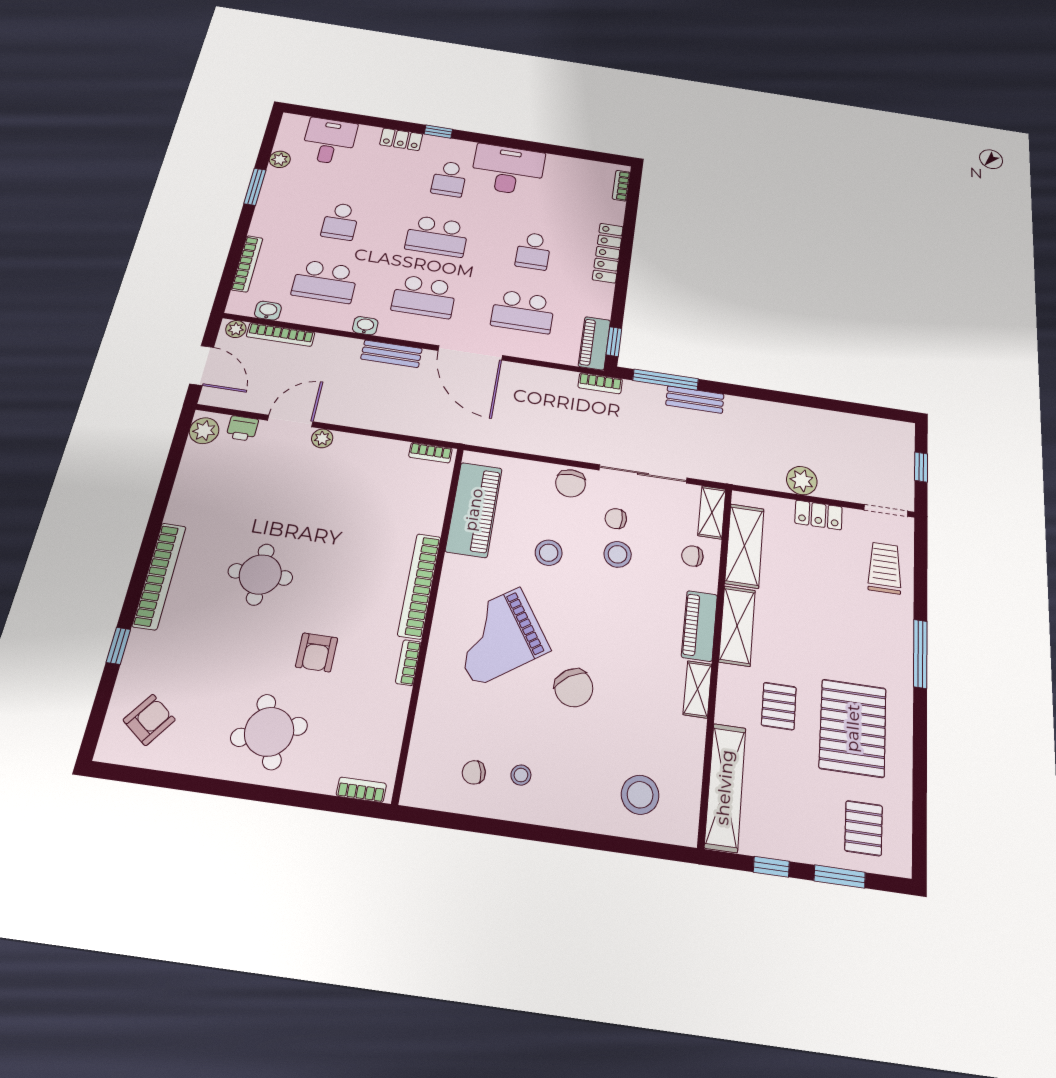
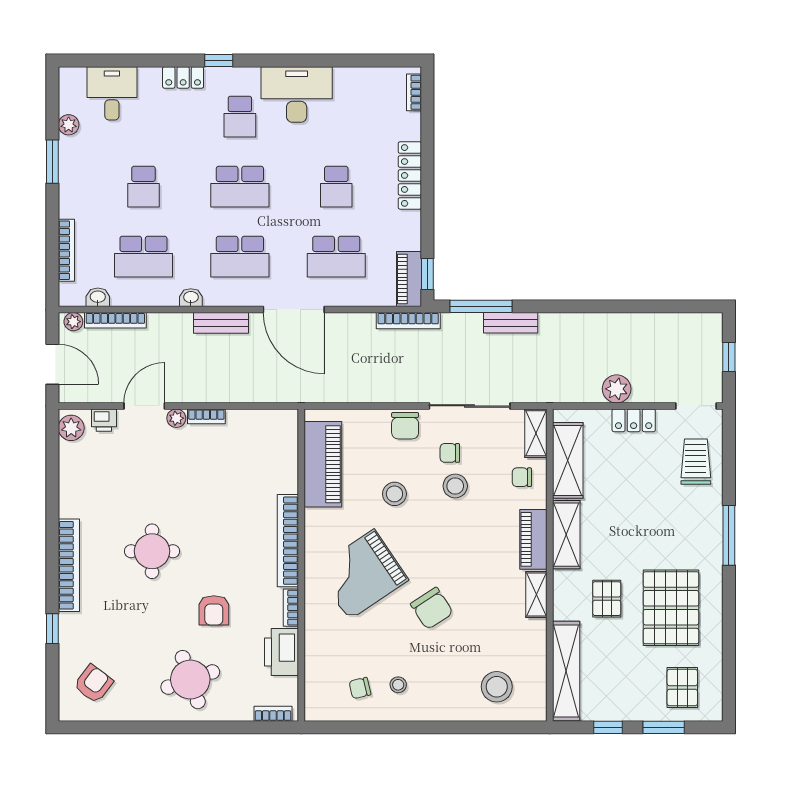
bookcase: (600, 383) -> (408, 321), width x1.56
bookcase: (430, 453) -> (206, 416), moved
printer: (387, 714) -> (282, 652), added

